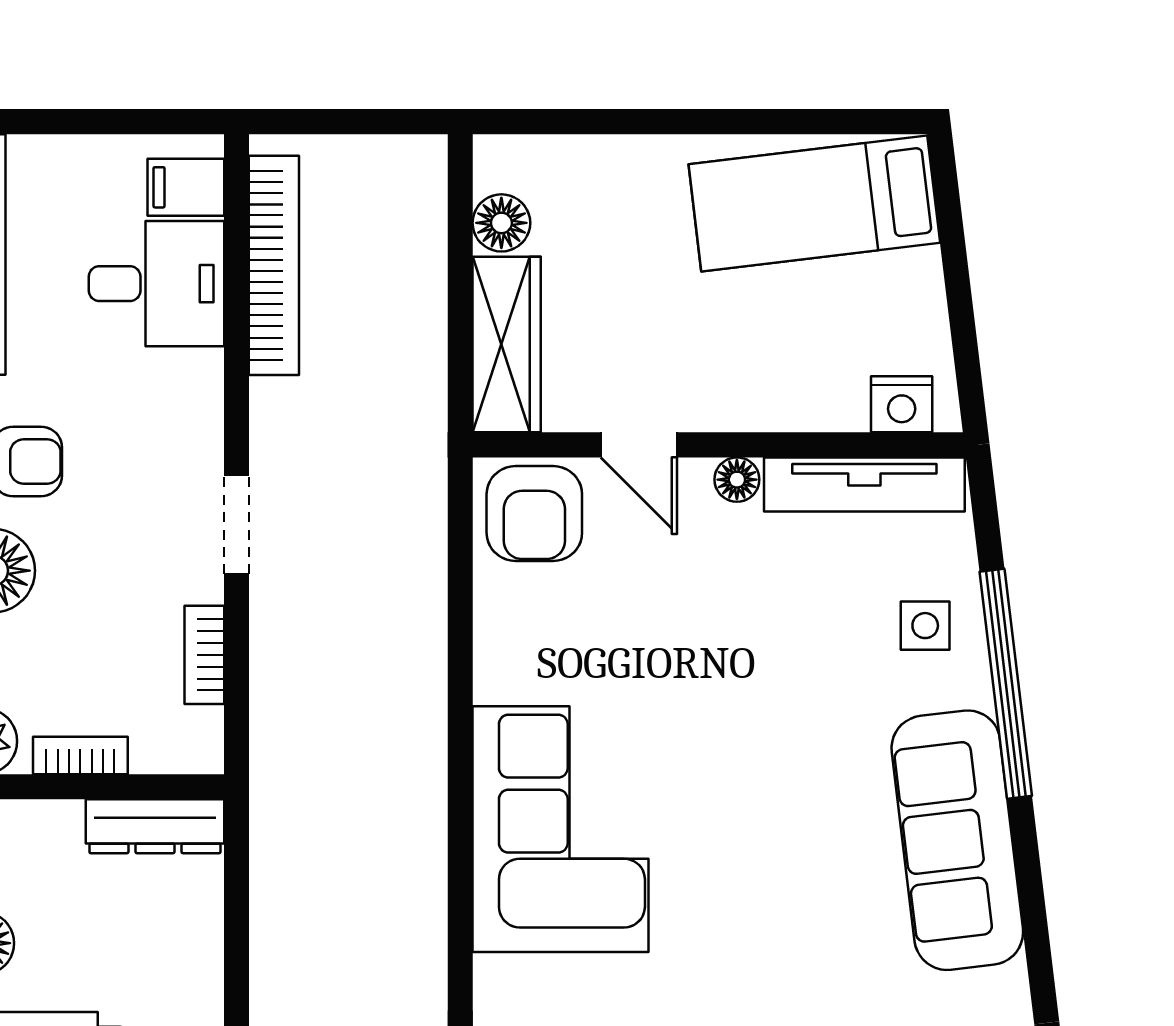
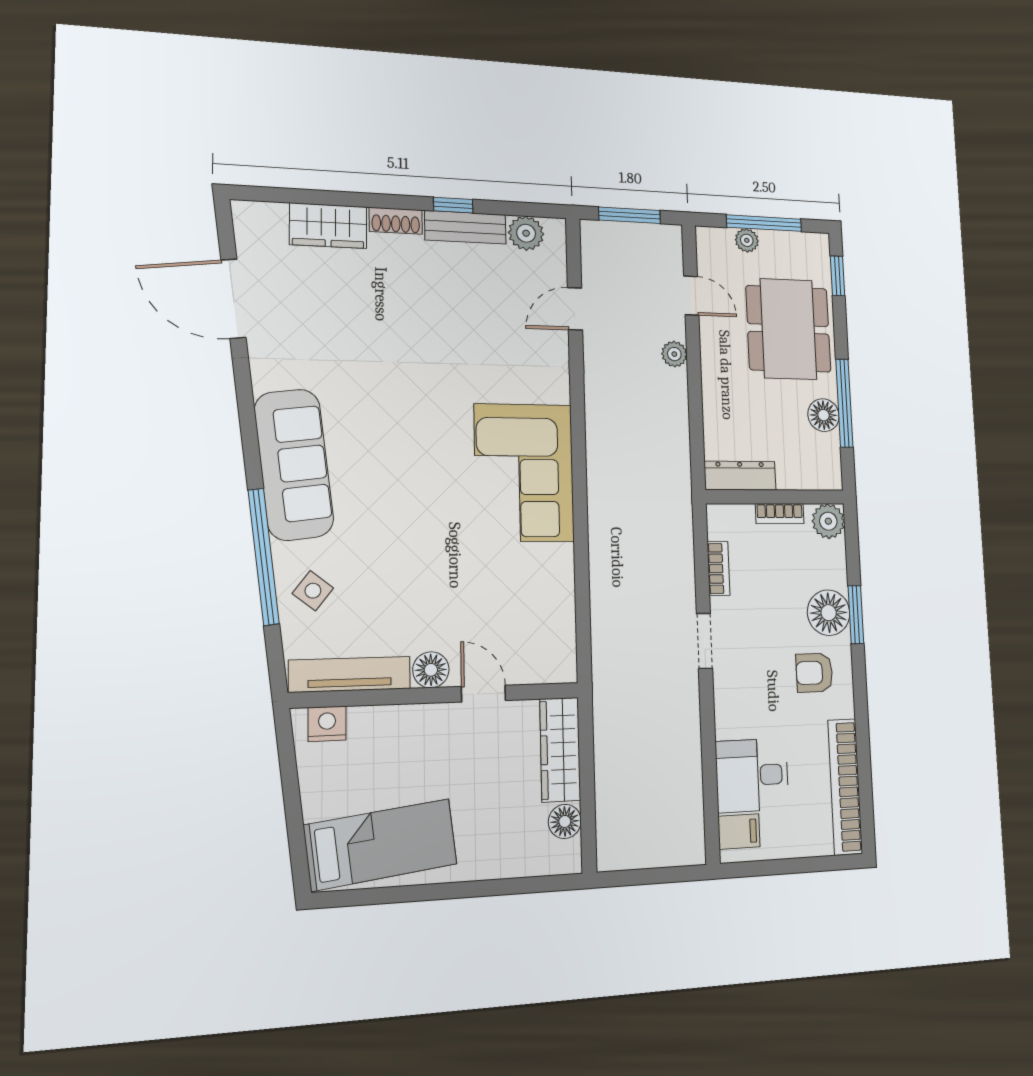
bookcase: (274, 265) -> (690, 789), removed
floor lamp: (737, 480) -> (431, 670), width x1.37, depth x1.37
armchair: (534, 514) -> (542, 652), removed
side table: (925, 626) -> (313, 591), turned 38

